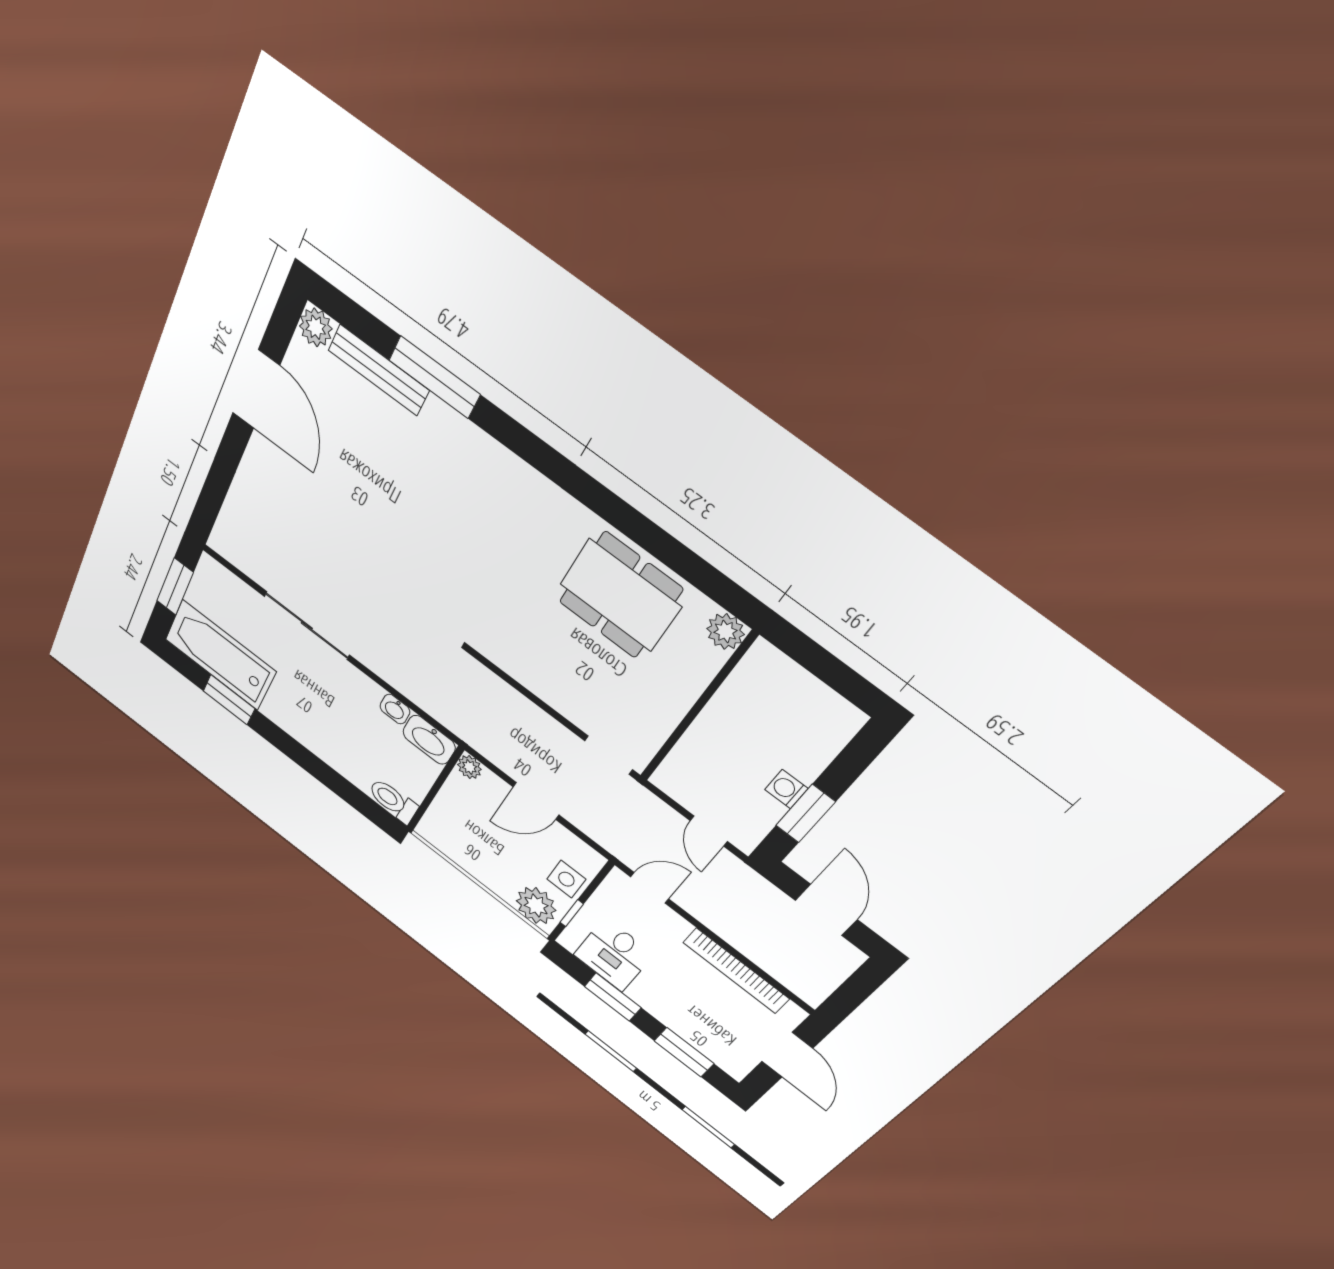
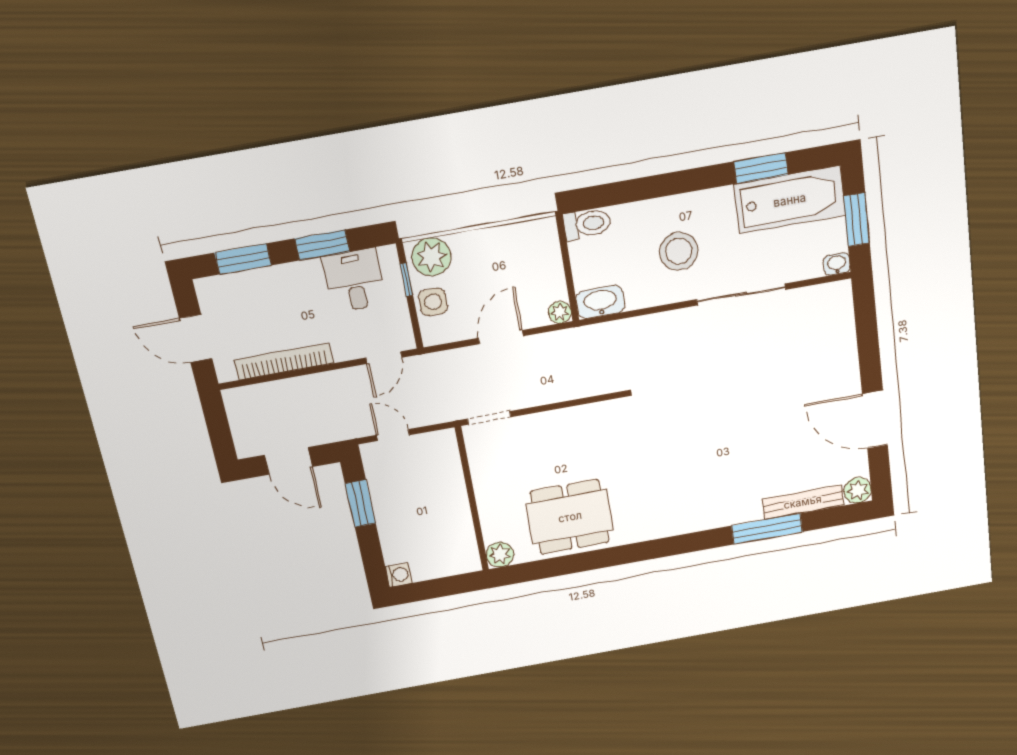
stool: (335, 709) -> (679, 251), added
washbasin: (395, 709) -> (837, 264), moved
washing machine: (786, 789) -> (399, 575), moved

